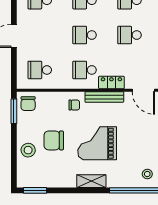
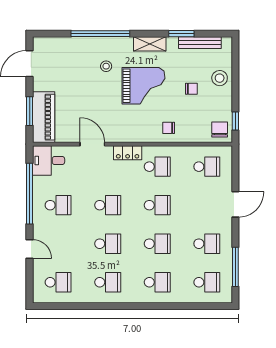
bench: (104, 97) -> (200, 43), moved
window: (14, 111) -> (235, 121), width x0.67
chair: (54, 140) -> (191, 89), width x0.54, depth x0.54
stool: (147, 174) -> (106, 66), moved
window: (35, 190) -> (181, 34), moved

